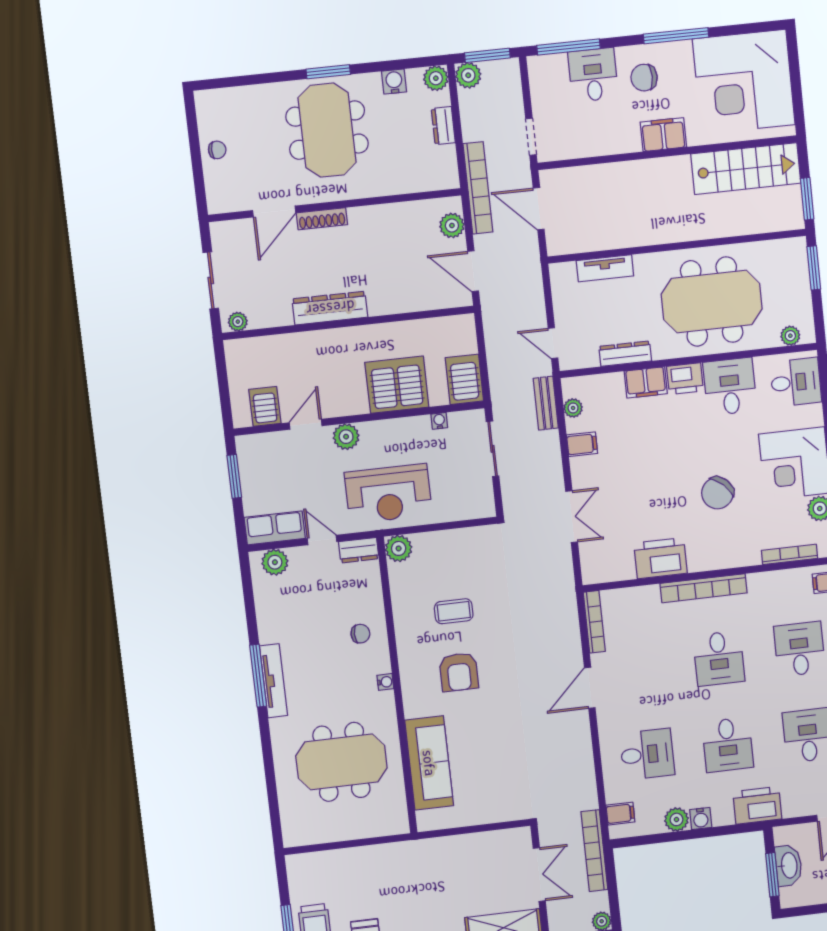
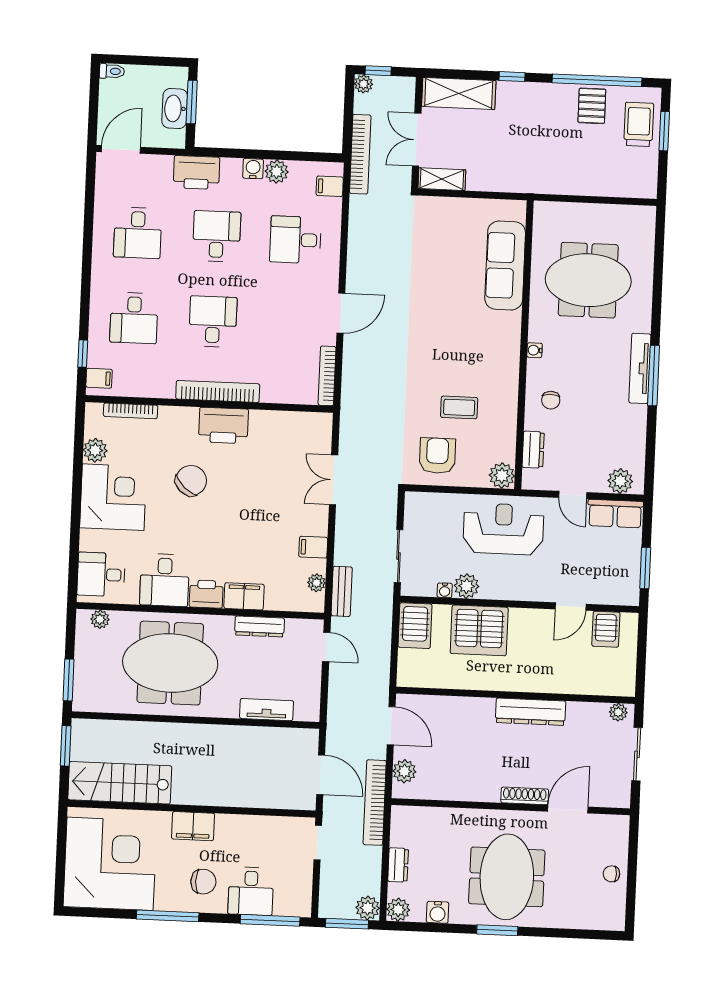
plant: (346, 437) -> (467, 586), moved
dresser: (359, 550) -> (533, 450), moved, turned 90
printer: (660, 558) -> (223, 425), moved
chair: (360, 634) -> (551, 400), turned -90
armchair: (459, 672) -> (437, 456), moved
shelving: (507, 839) -> (442, 179), added

